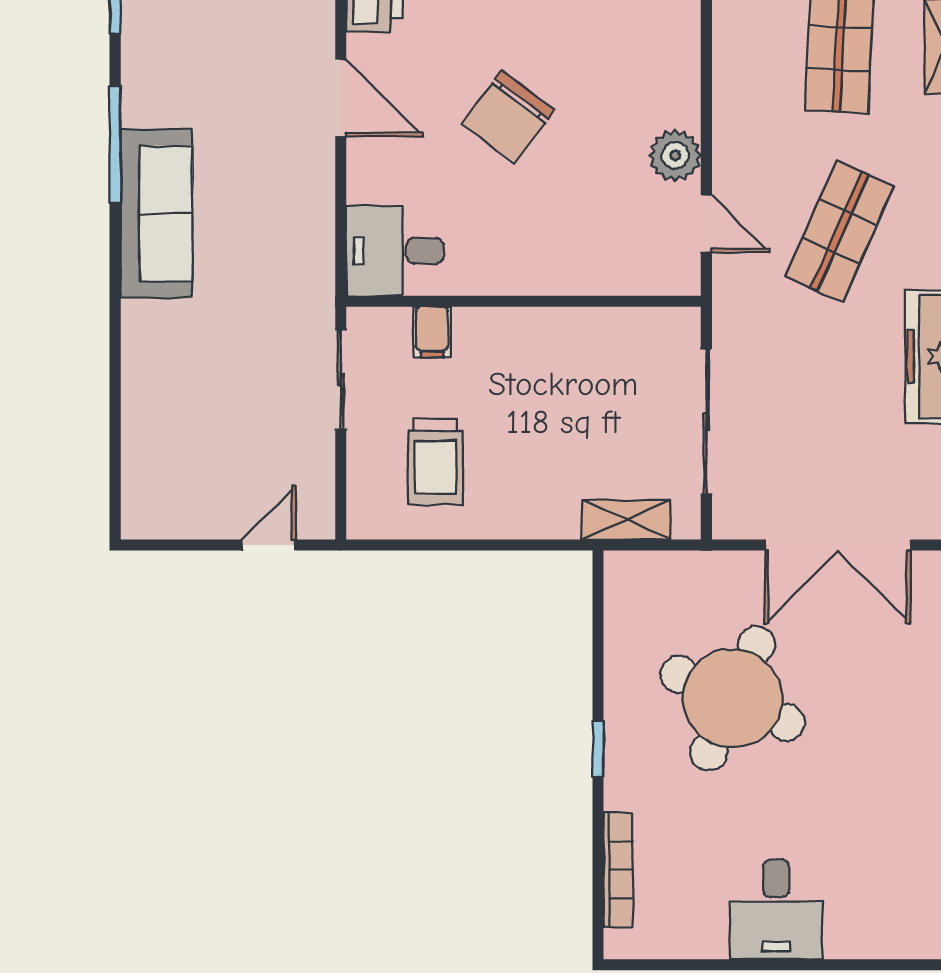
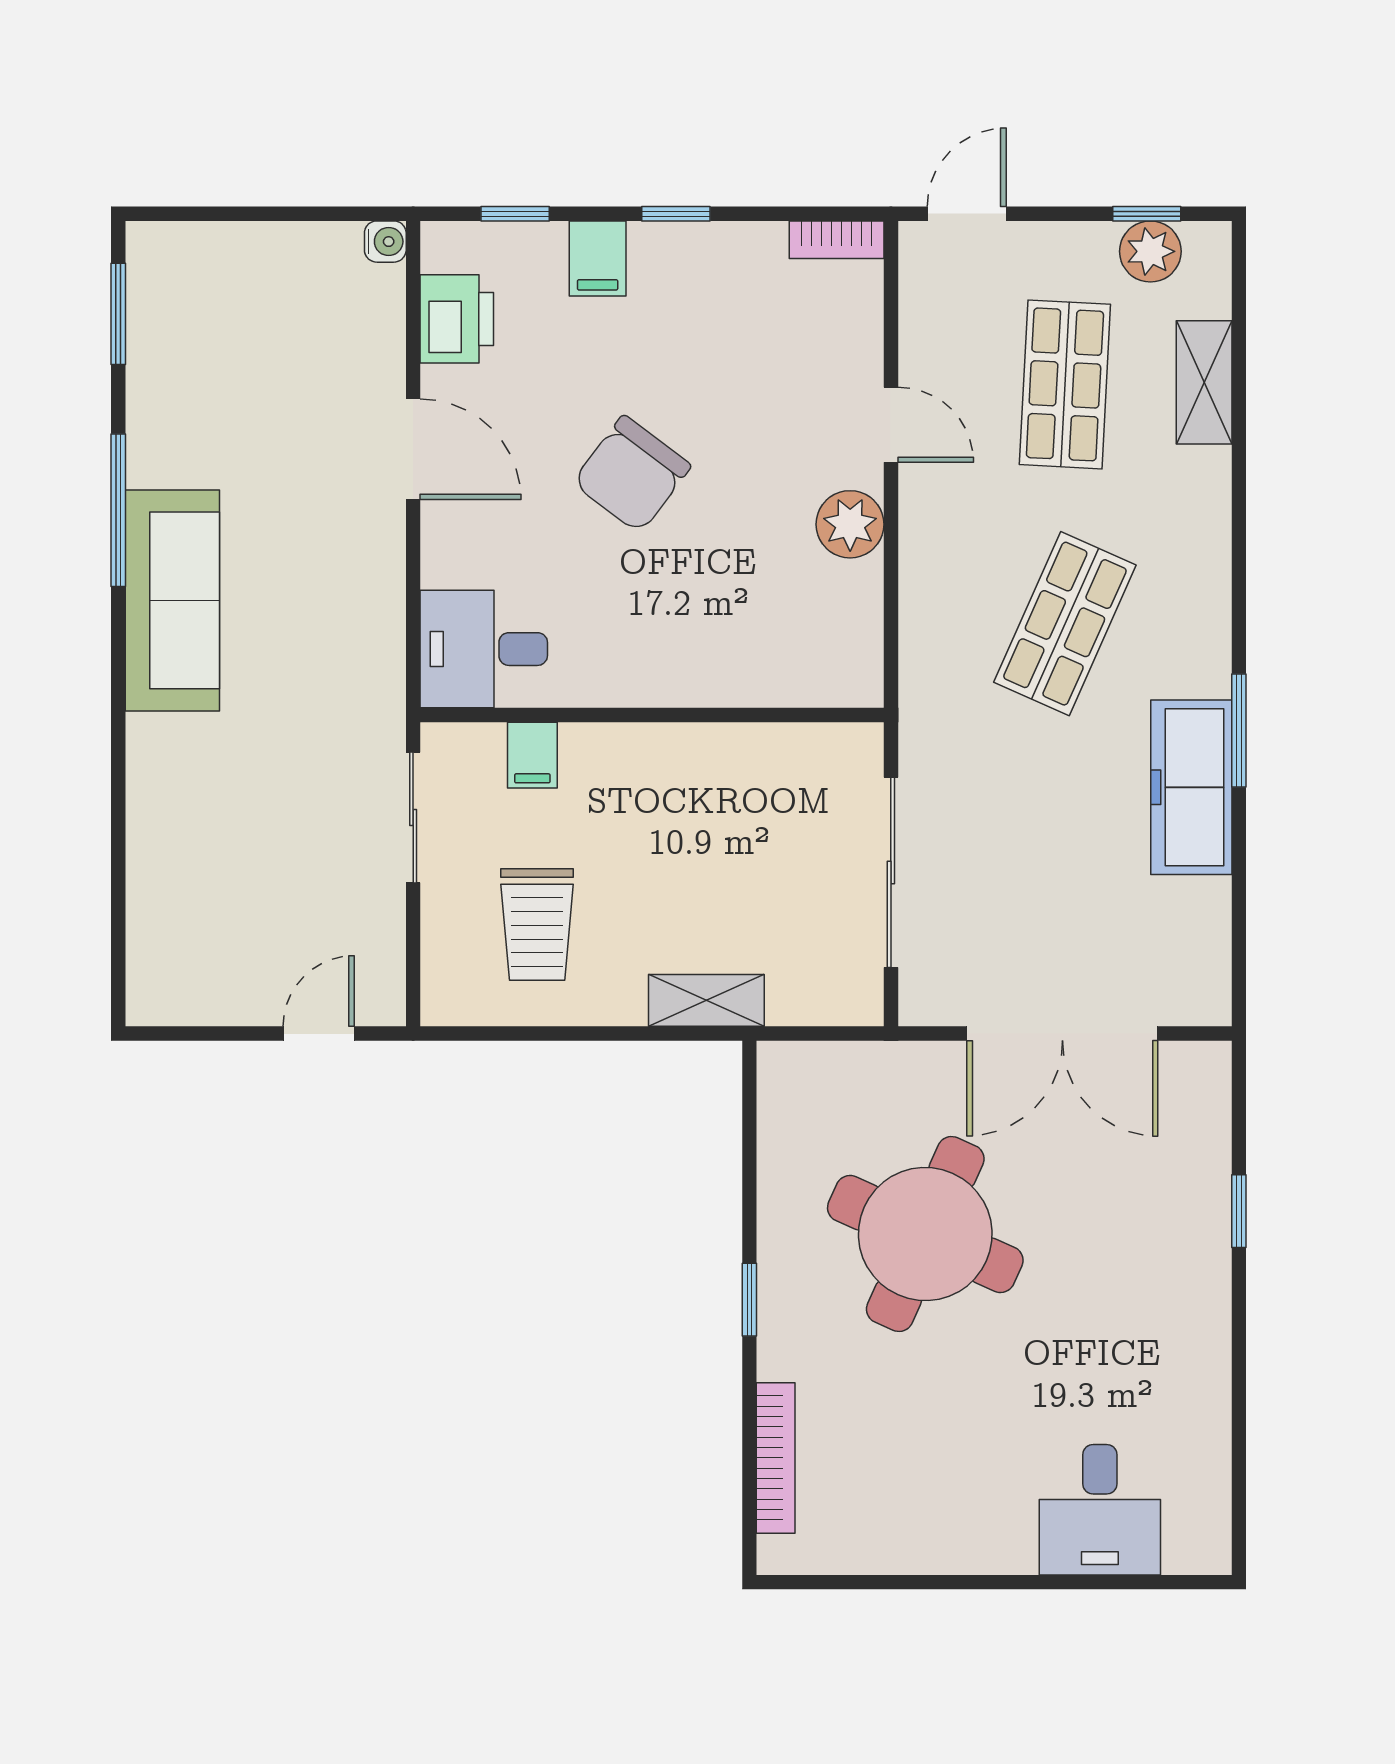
door: (706, 224) -> (891, 425), moved
shelving: (626, 520) -> (706, 1000), moved
desk: (776, 909) -> (1100, 1510), moved

